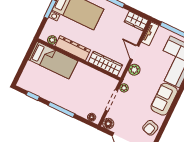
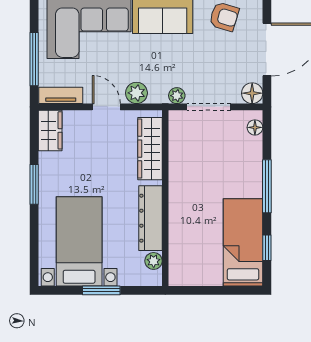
door: (135, 52) -> (106, 107), swing flipped
bed: (53, 60) -> (243, 242), moved

